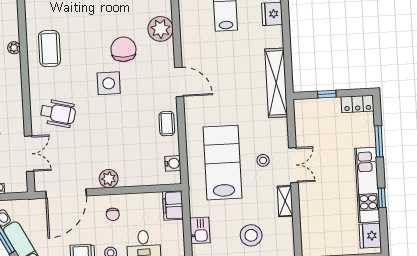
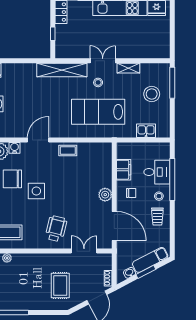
shelving: (276, 83) -> (62, 70), moved
water cooler: (173, 163) -> (15, 148), moved
filing cabinet: (173, 205) -> (124, 170), moved, turned -90

